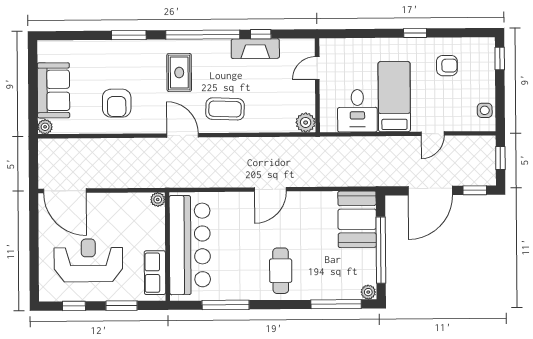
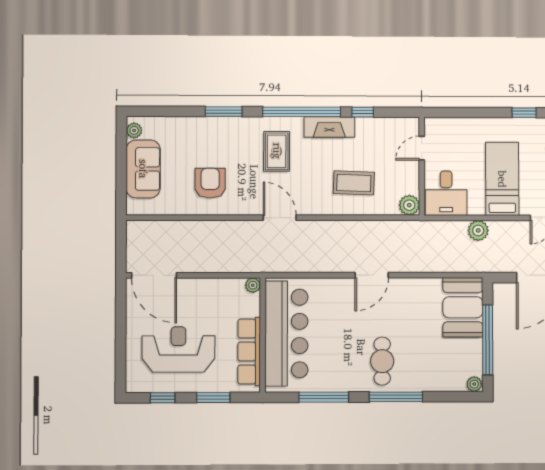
fireplace: (255, 49) -> (329, 127), moved
armchair: (117, 103) -> (210, 183), turned 180
coffee table: (225, 109) -> (354, 183), moved
desk: (357, 111) -> (446, 193), moved
plant: (45, 127) -> (134, 130), moved
plant: (371, 146) -> (478, 230), added
row of seats: (155, 273) -> (249, 352), width x1.48
window: (336, 304) -> (396, 397), moved

